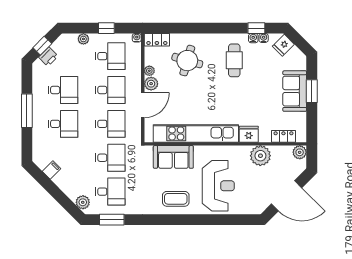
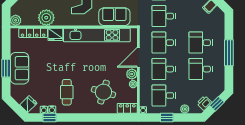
printer: (48, 57) -> (204, 103), moved
locker: (283, 136) -> (33, 33), width x1.53

